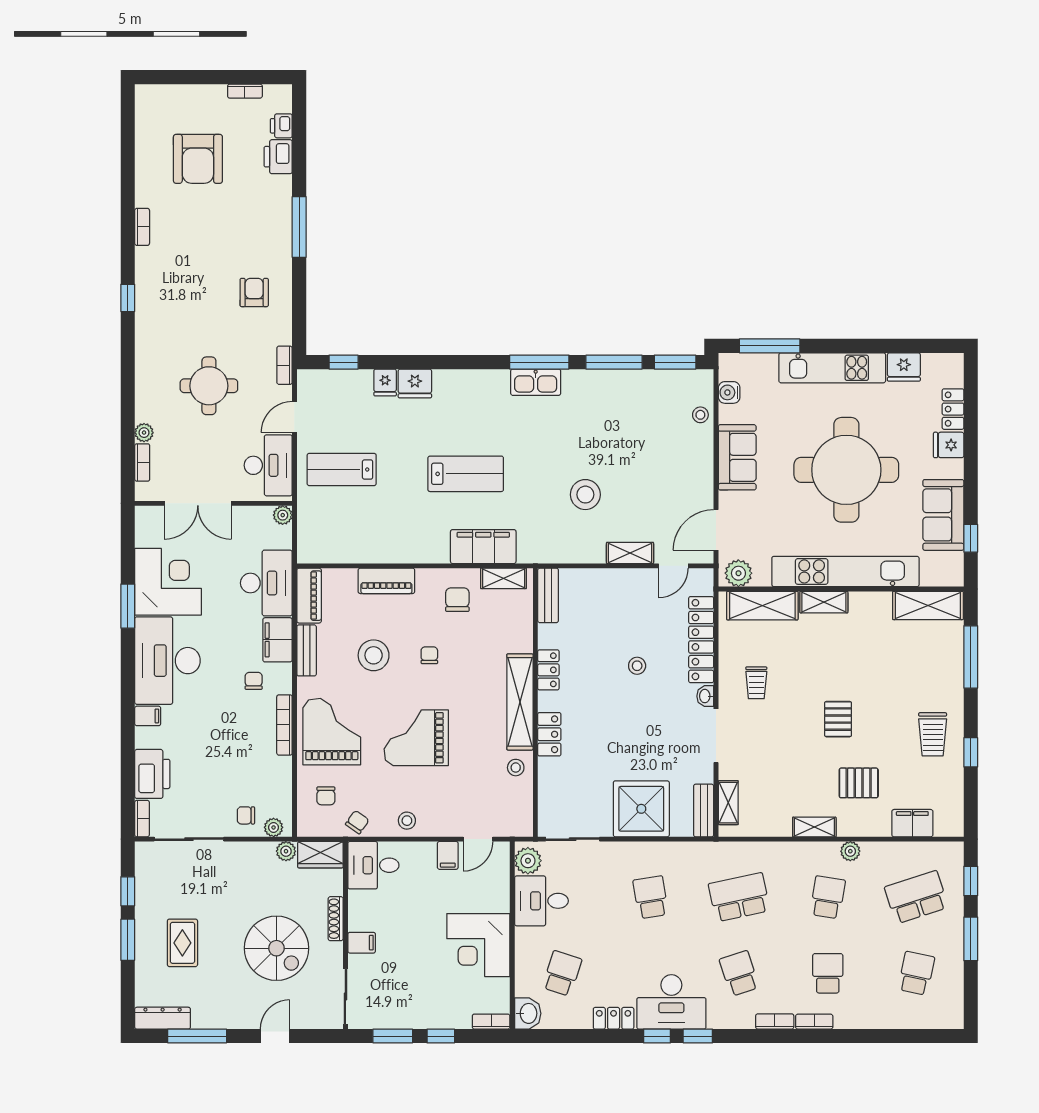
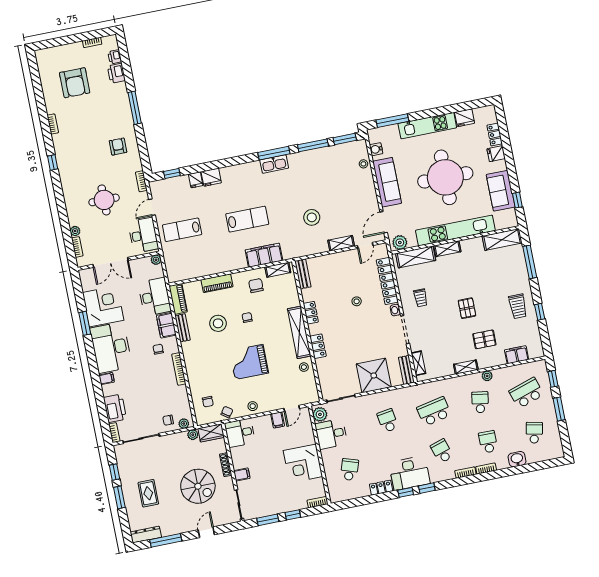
sofa: (737, 457) -> (387, 182), width x1.36
grand piano: (332, 732) -> (204, 368), removed
washbasin: (528, 1013) -> (517, 459), moved, turned -90

